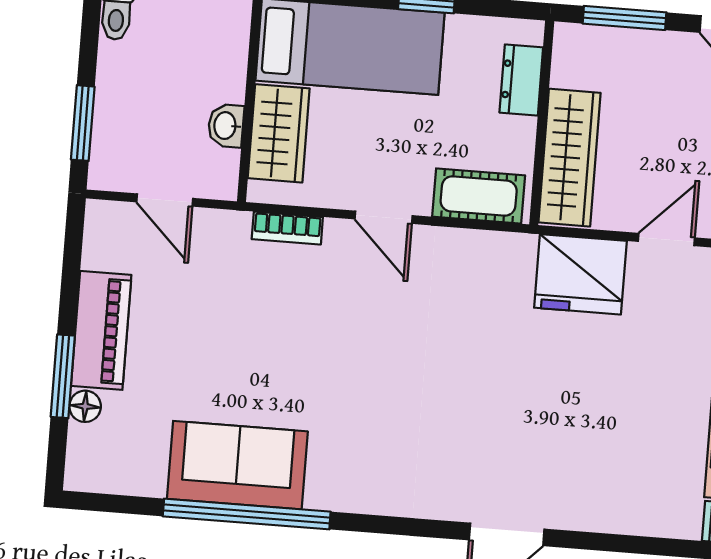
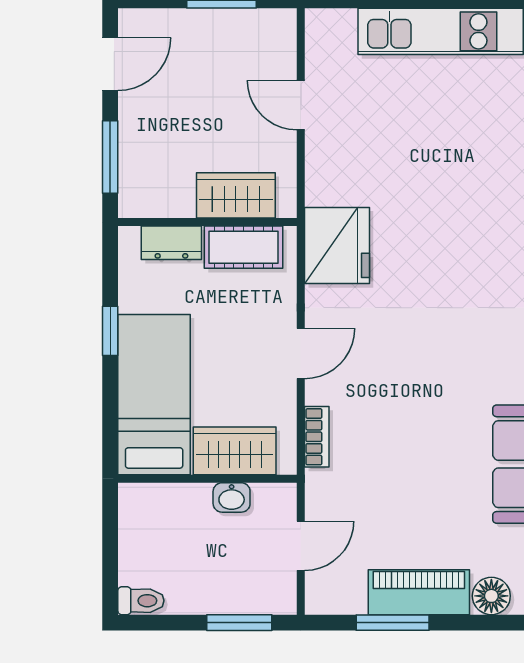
wardrobe: (569, 158) -> (236, 195), width x0.67
cot: (479, 196) -> (244, 247), moved, turned 90
fridge: (580, 274) -> (337, 245), moved
window: (63, 376) -> (393, 623), moved
floor lamp: (85, 406) -> (491, 596), width x1.37, depth x1.37

